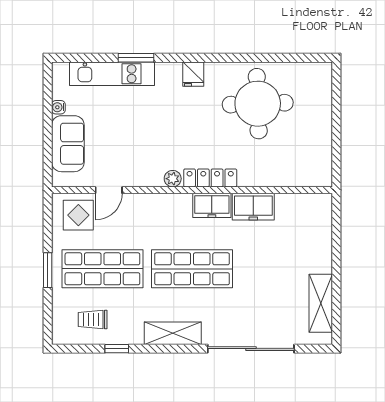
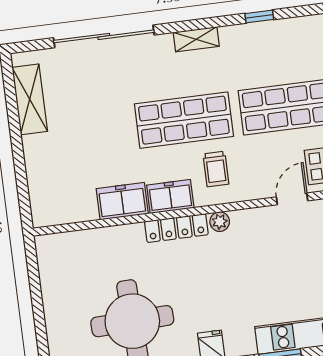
trolley: (93, 319) -> (216, 169), moved, turned 90
shelving: (173, 333) -> (196, 39), width x0.67, depth x0.75

